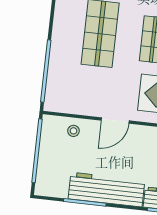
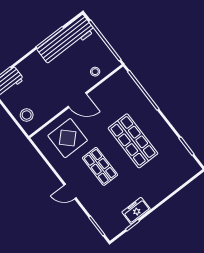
door: (115, 120) -> (77, 100), swing flipped
workbench: (106, 190) -> (66, 40), moved

